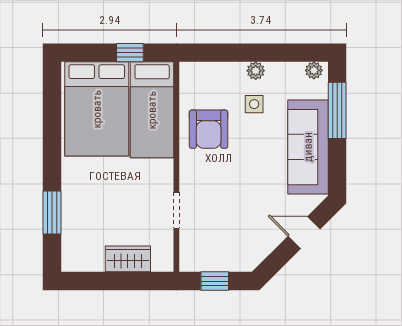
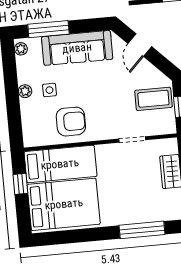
window: (52, 213) -> (142, 230), width x1.44
coffee table: (229, 245) -> (153, 99), added

